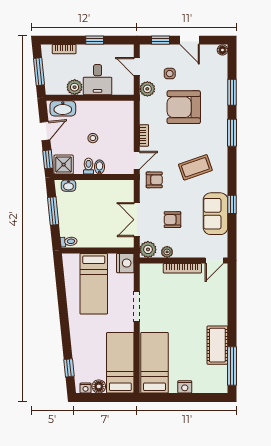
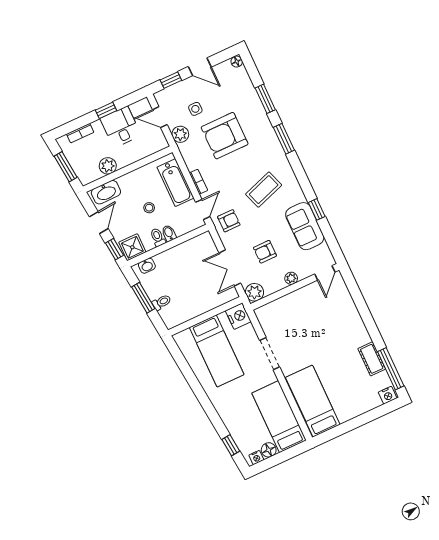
desk: (98, 80) -> (121, 127), moved, turned 180
bathtub: (124, 127) -> (175, 183), added
toilet: (69, 242) -> (162, 302), moved
plant: (167, 252) -> (291, 278), moved
bookcase: (182, 268) -> (297, 295), removed
cot: (217, 345) -> (372, 359), width x0.73, depth x0.75
nightstand: (185, 387) -> (388, 395), moved

